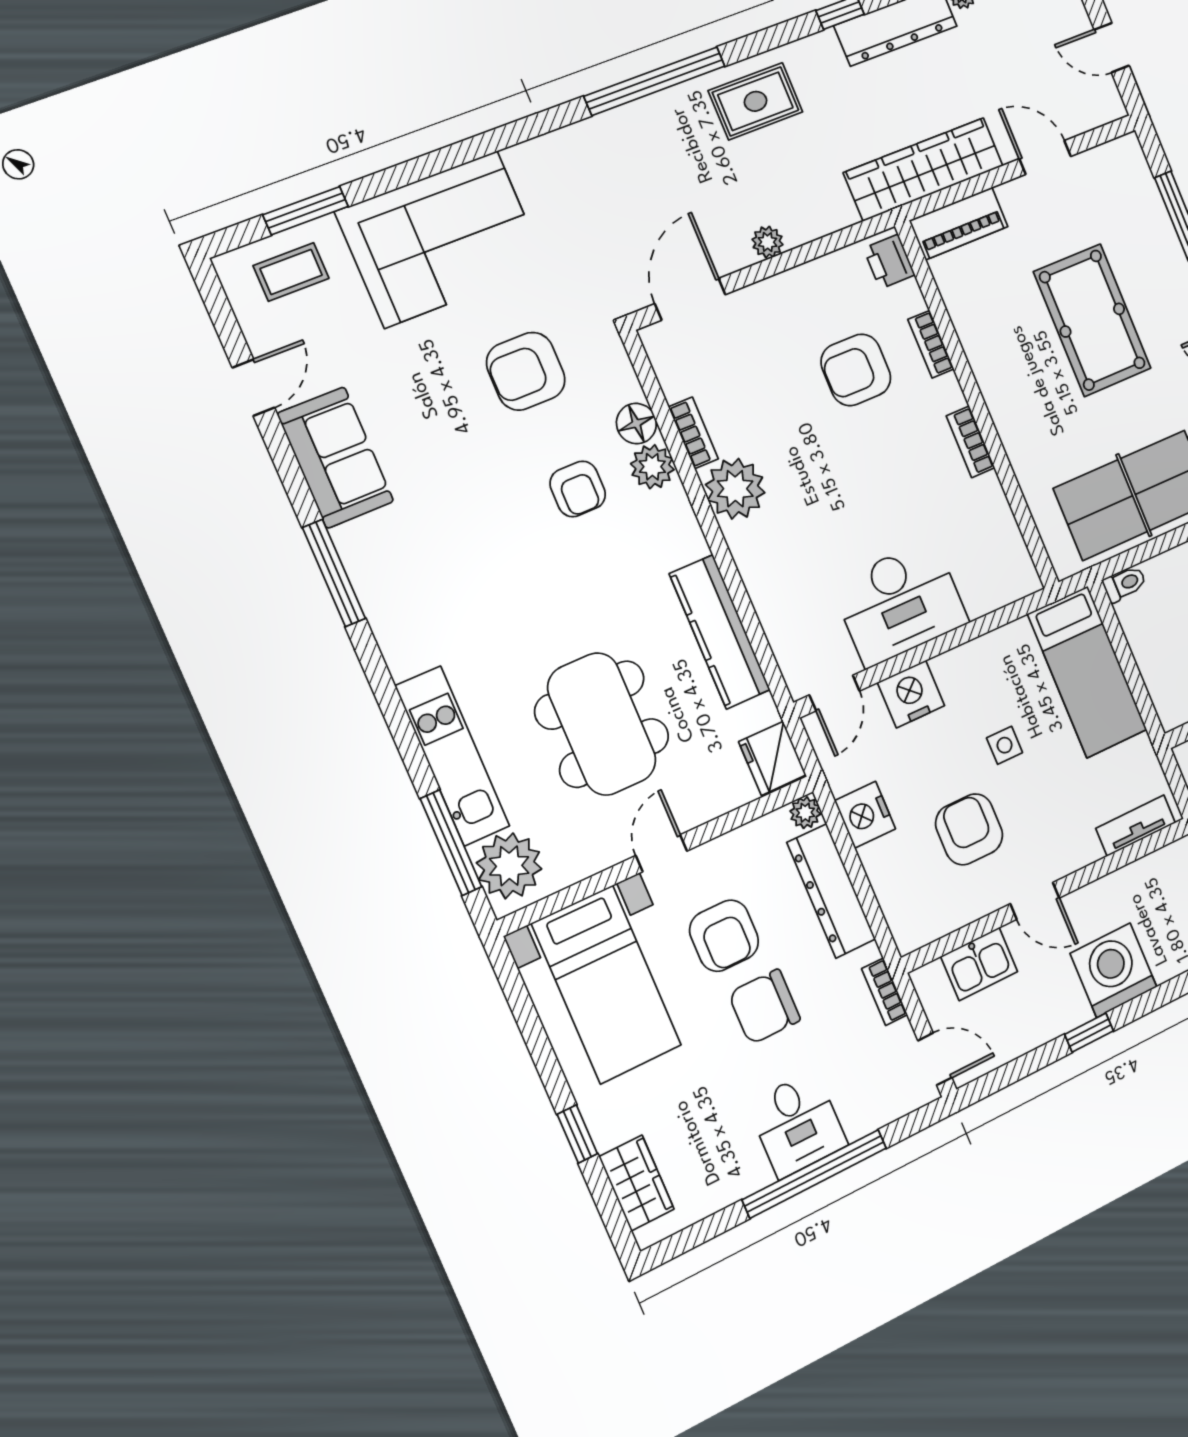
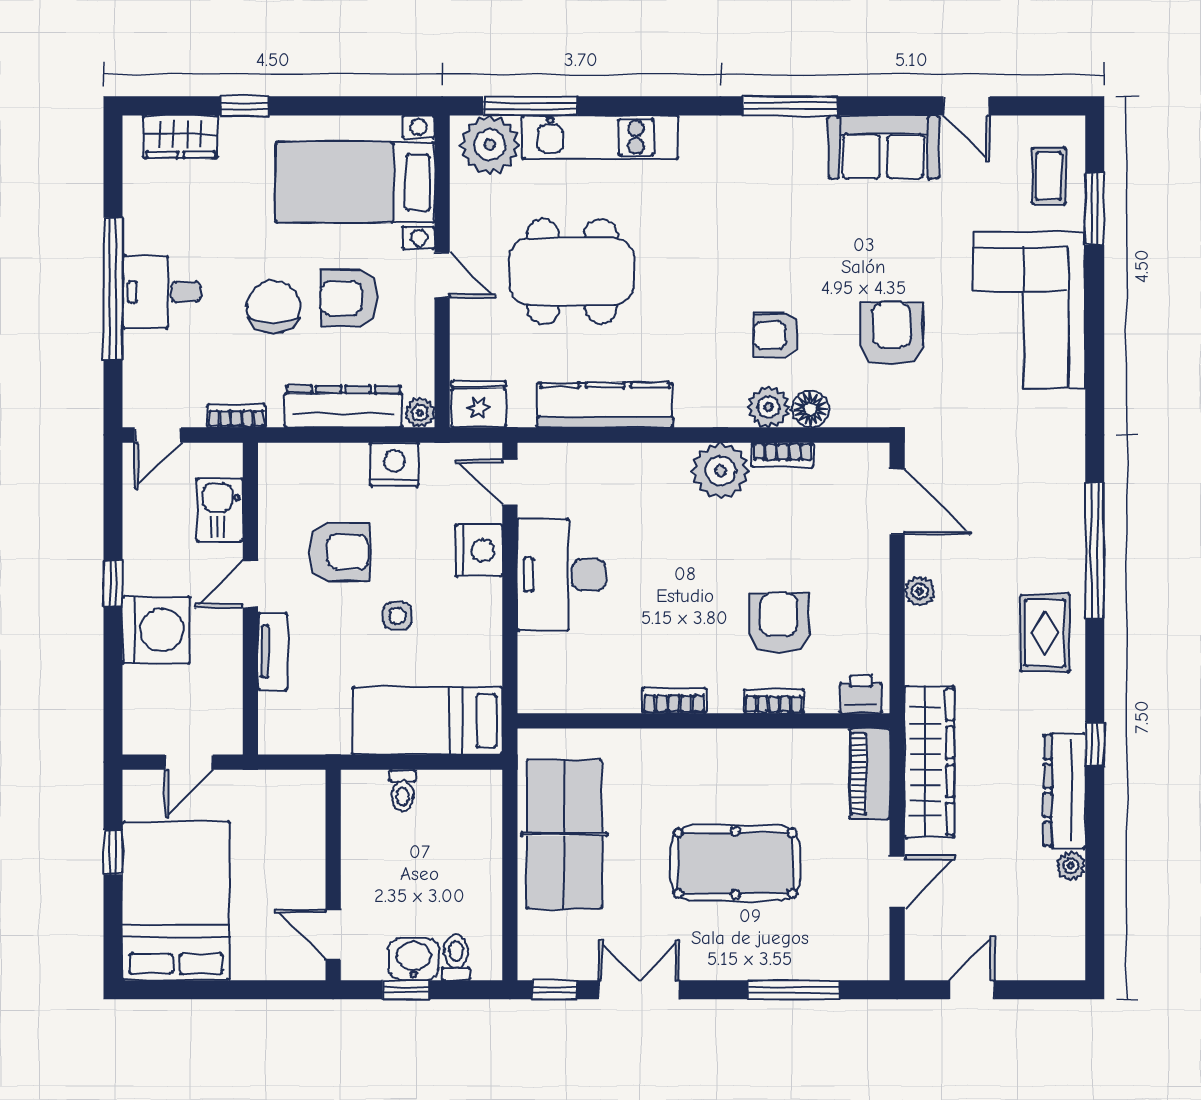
toilet: (1125, 584) -> (402, 791), moved
tv unit: (1136, 826) -> (273, 652), moved

